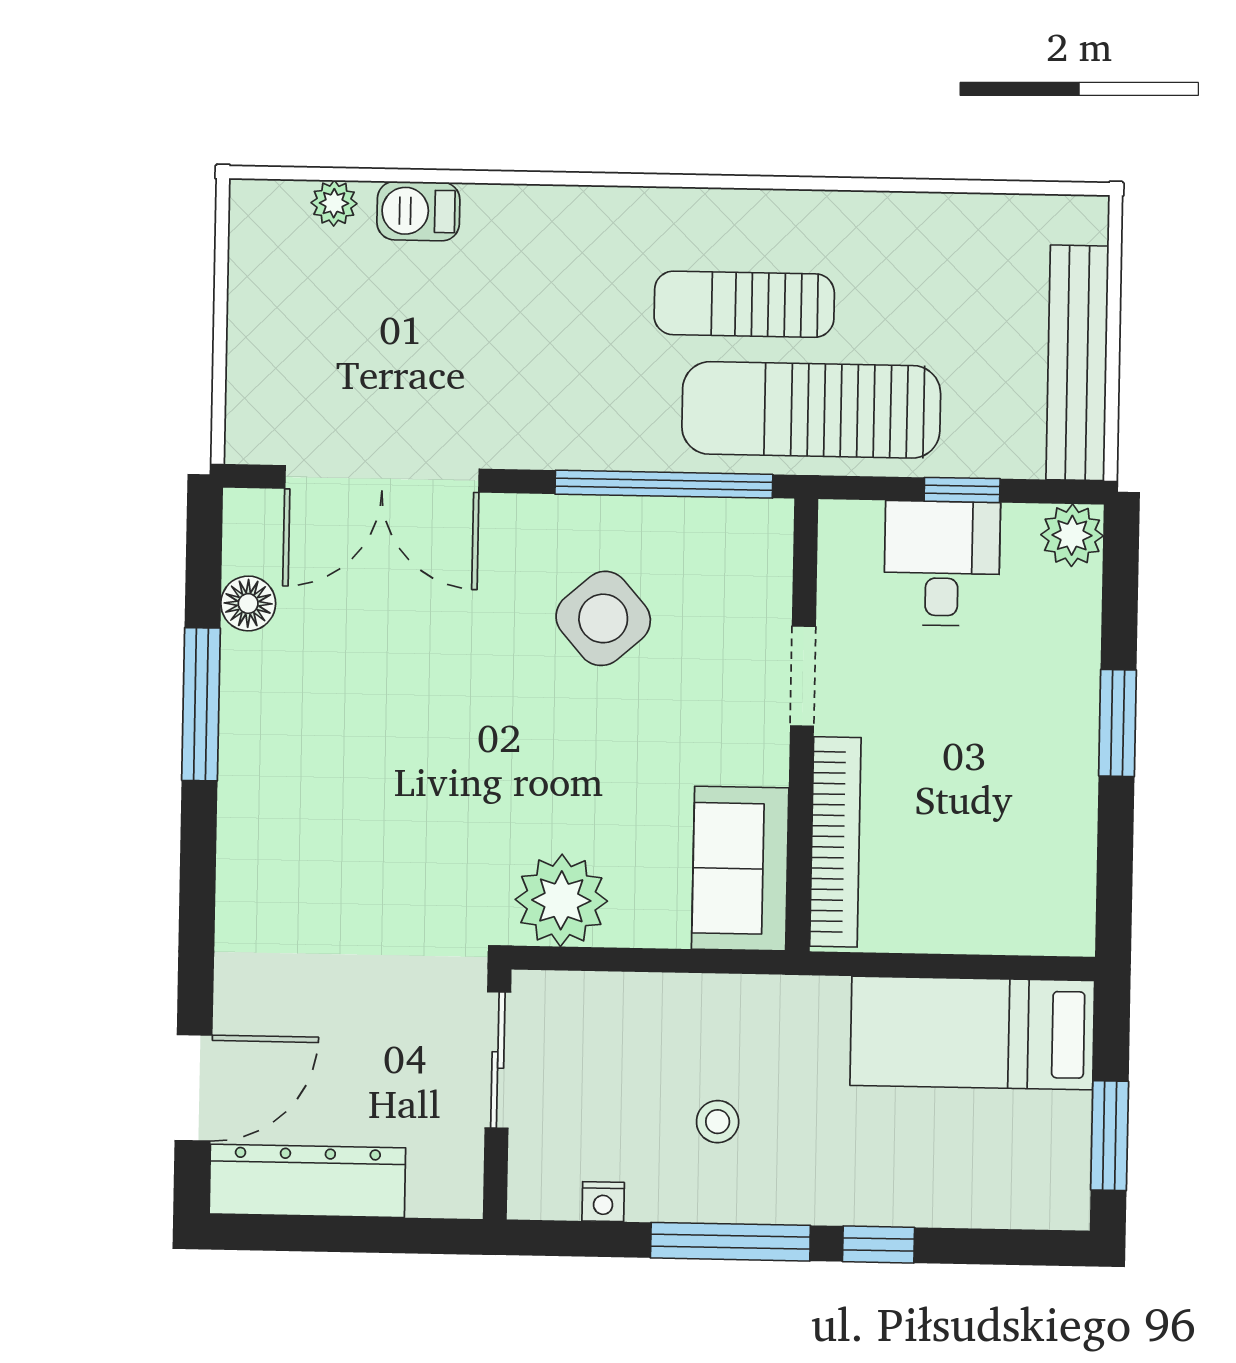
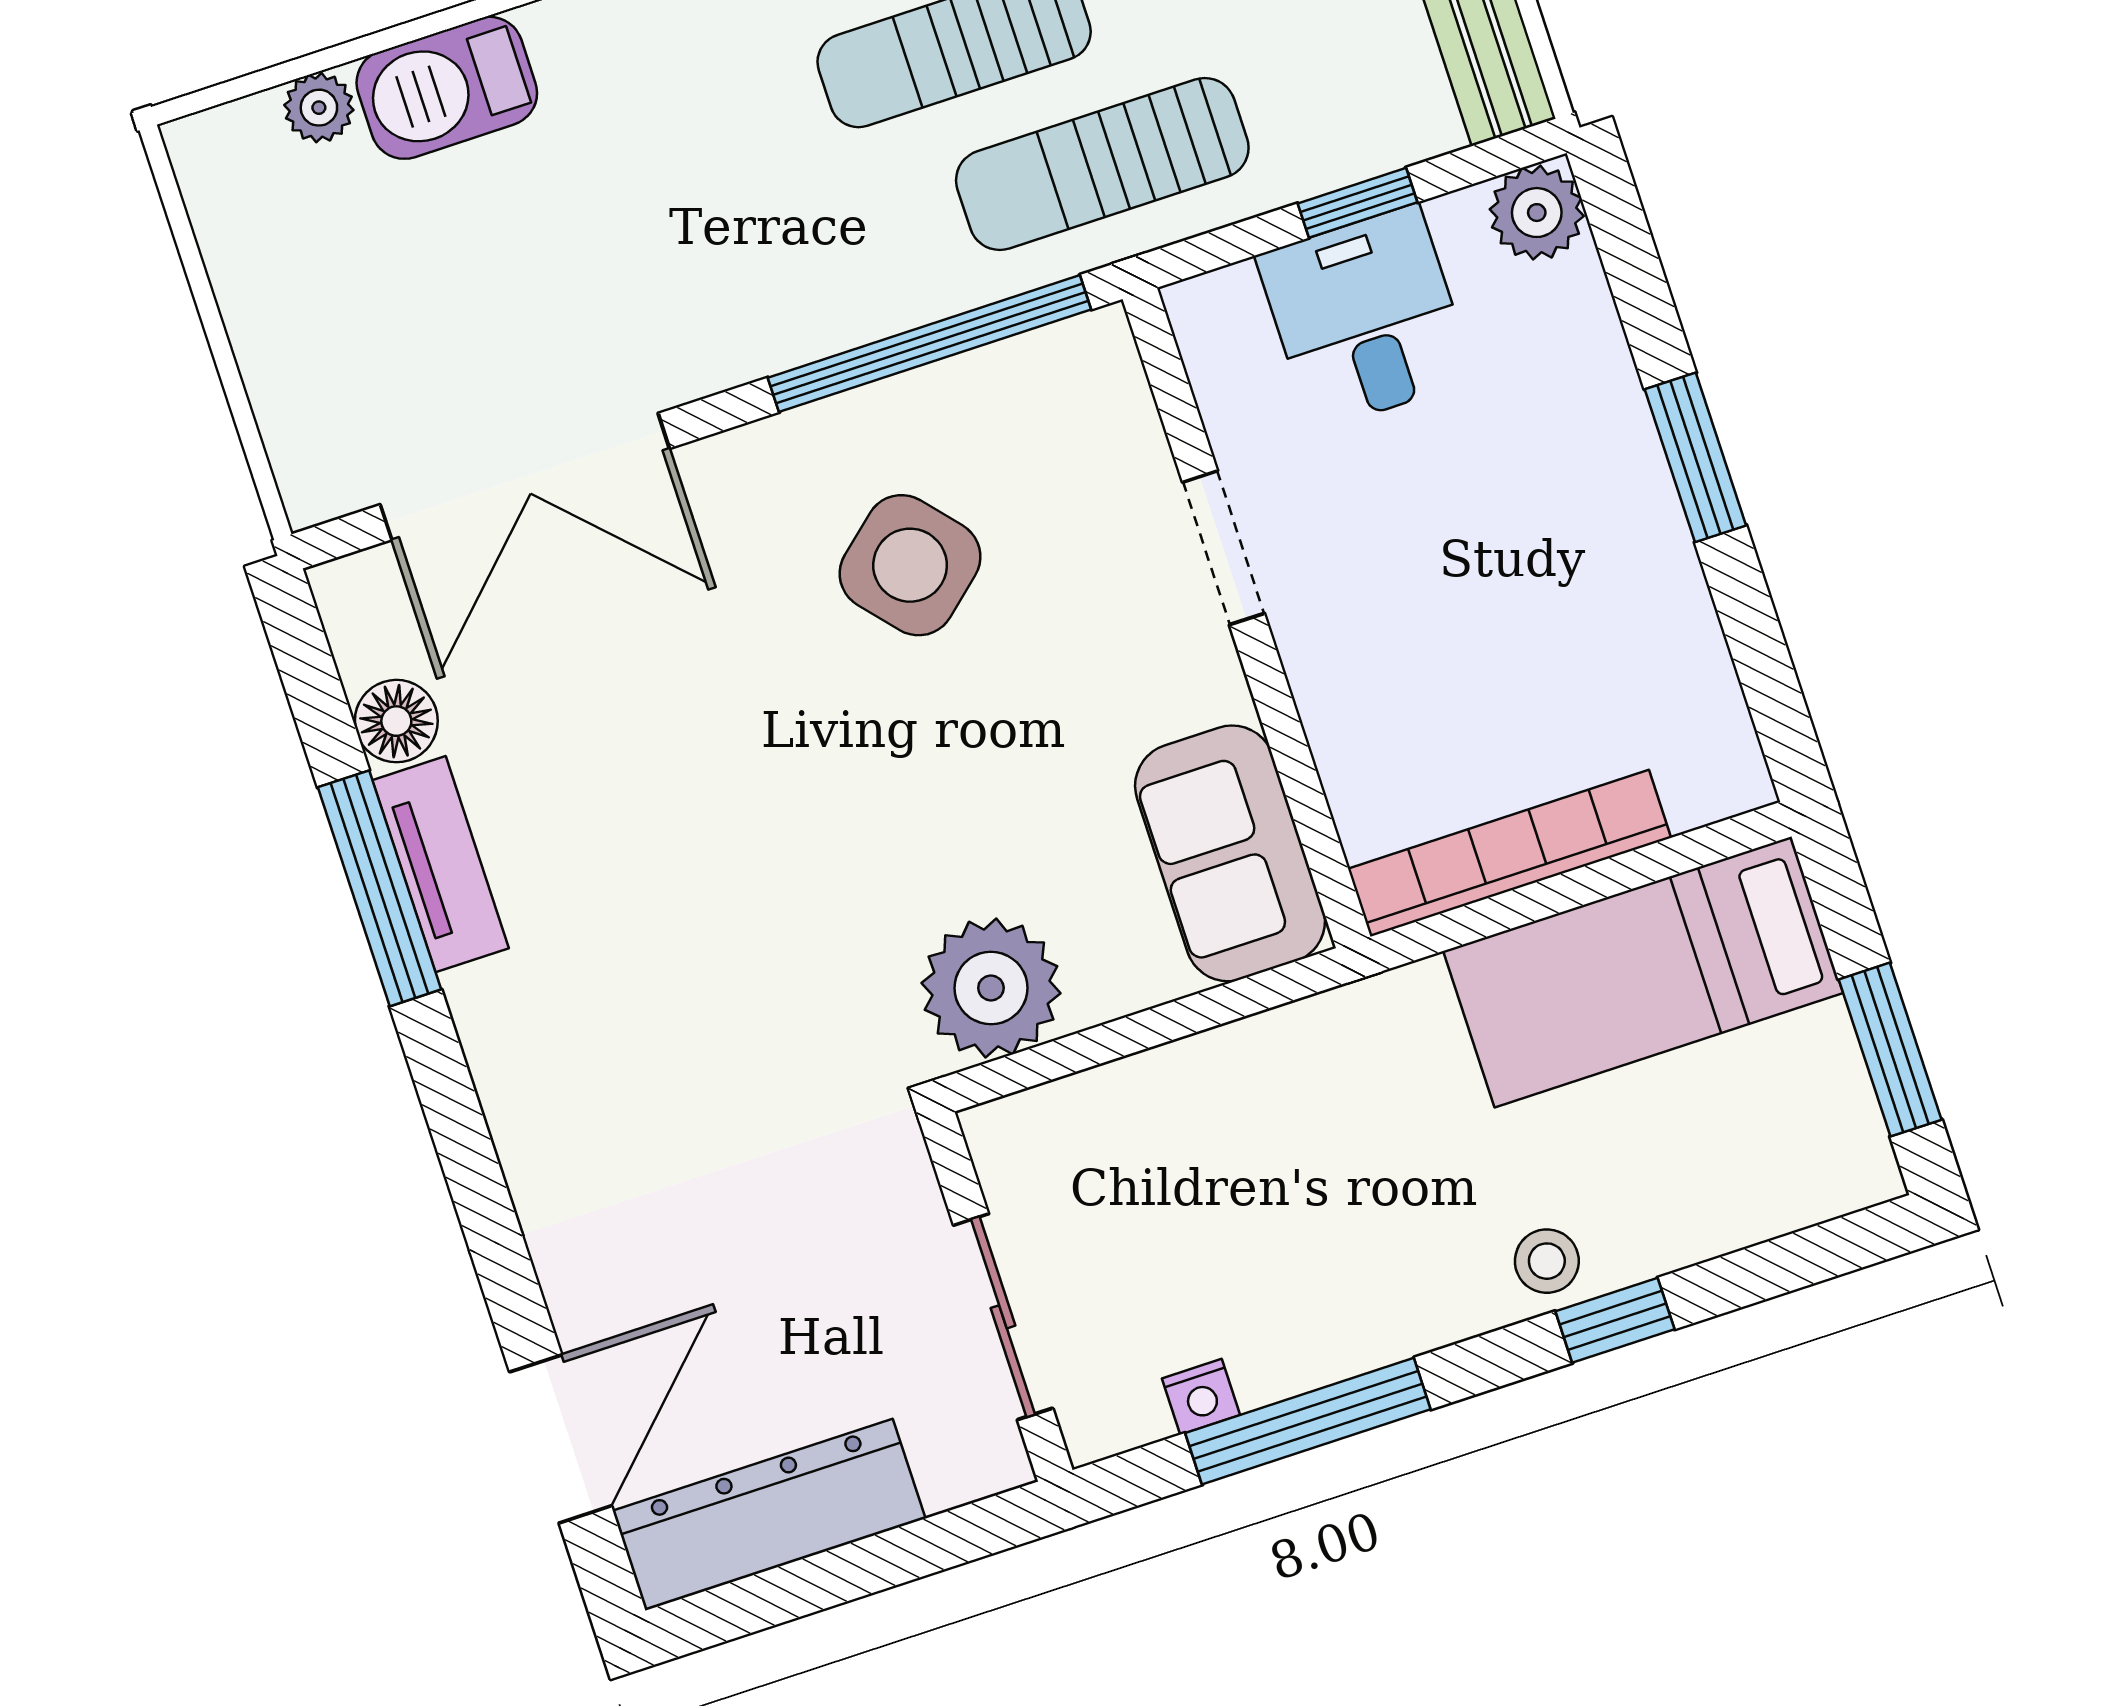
barbecue: (418, 211) -> (447, 88), width x1.38, depth x1.27
sun lounger: (811, 410) -> (1102, 164), width x0.73, depth x0.75
tv unit: (244, 703) -> (441, 864), added
bookcase: (835, 842) -> (1510, 853), moved, turned -90
sliding door: (498, 1060) -> (1003, 1317), moved
stool: (718, 1122) -> (1547, 1261), moved
window: (730, 1242) -> (1308, 1421), moved

